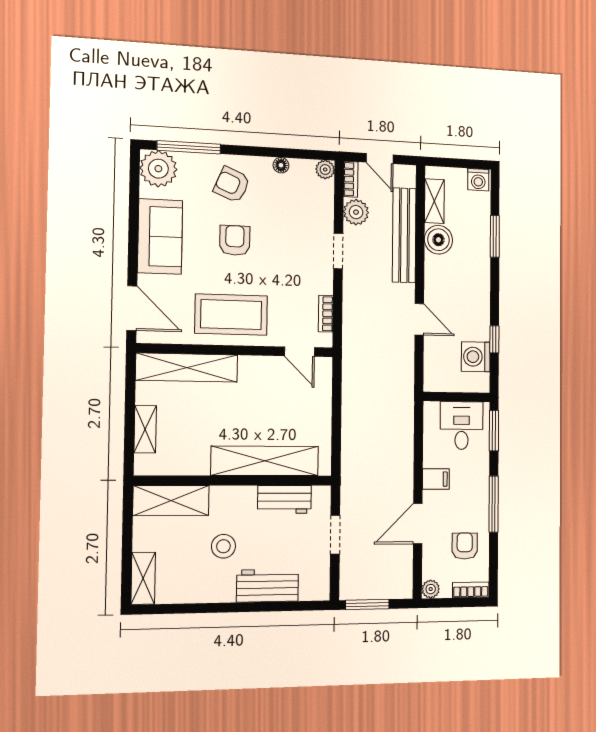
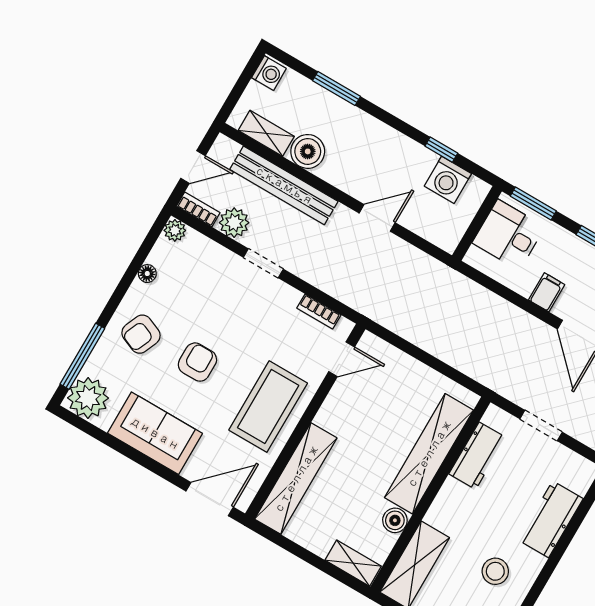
armchair: (235, 240) -> (197, 362), turned 90
shelving: (145, 429) -> (353, 563), moved
boiler: (198, 464) -> (395, 520), added
stool: (223, 546) -> (495, 571), moved

